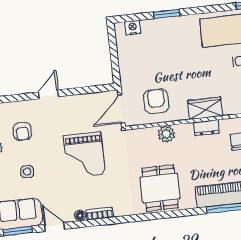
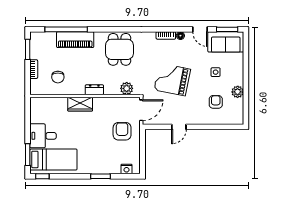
door: (48, 94) -> (179, 127), moved
armchair: (156, 101) -> (122, 131), moved, turned 180
dresser: (207, 128) -> (94, 90), moved
plant: (166, 134) -> (127, 88), moved
grand piano: (84, 155) -> (172, 80), turned -79

